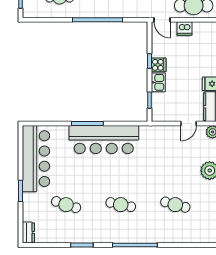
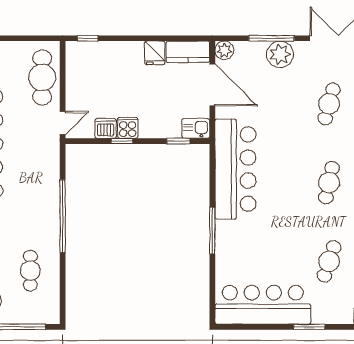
dishwasher: (185, 28) -> (106, 129), moved, turned -90
kitchen sink: (158, 82) -> (196, 128), moved
door: (189, 124) -> (212, 85), width x1.87
bar counter: (104, 140) -> (235, 169), moved

